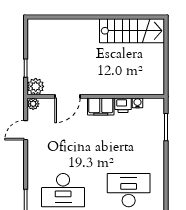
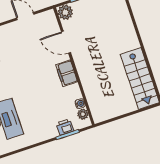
plant: (33, 104) -> (83, 114), moved
printer: (123, 105) -> (65, 127), moved, turned 90

